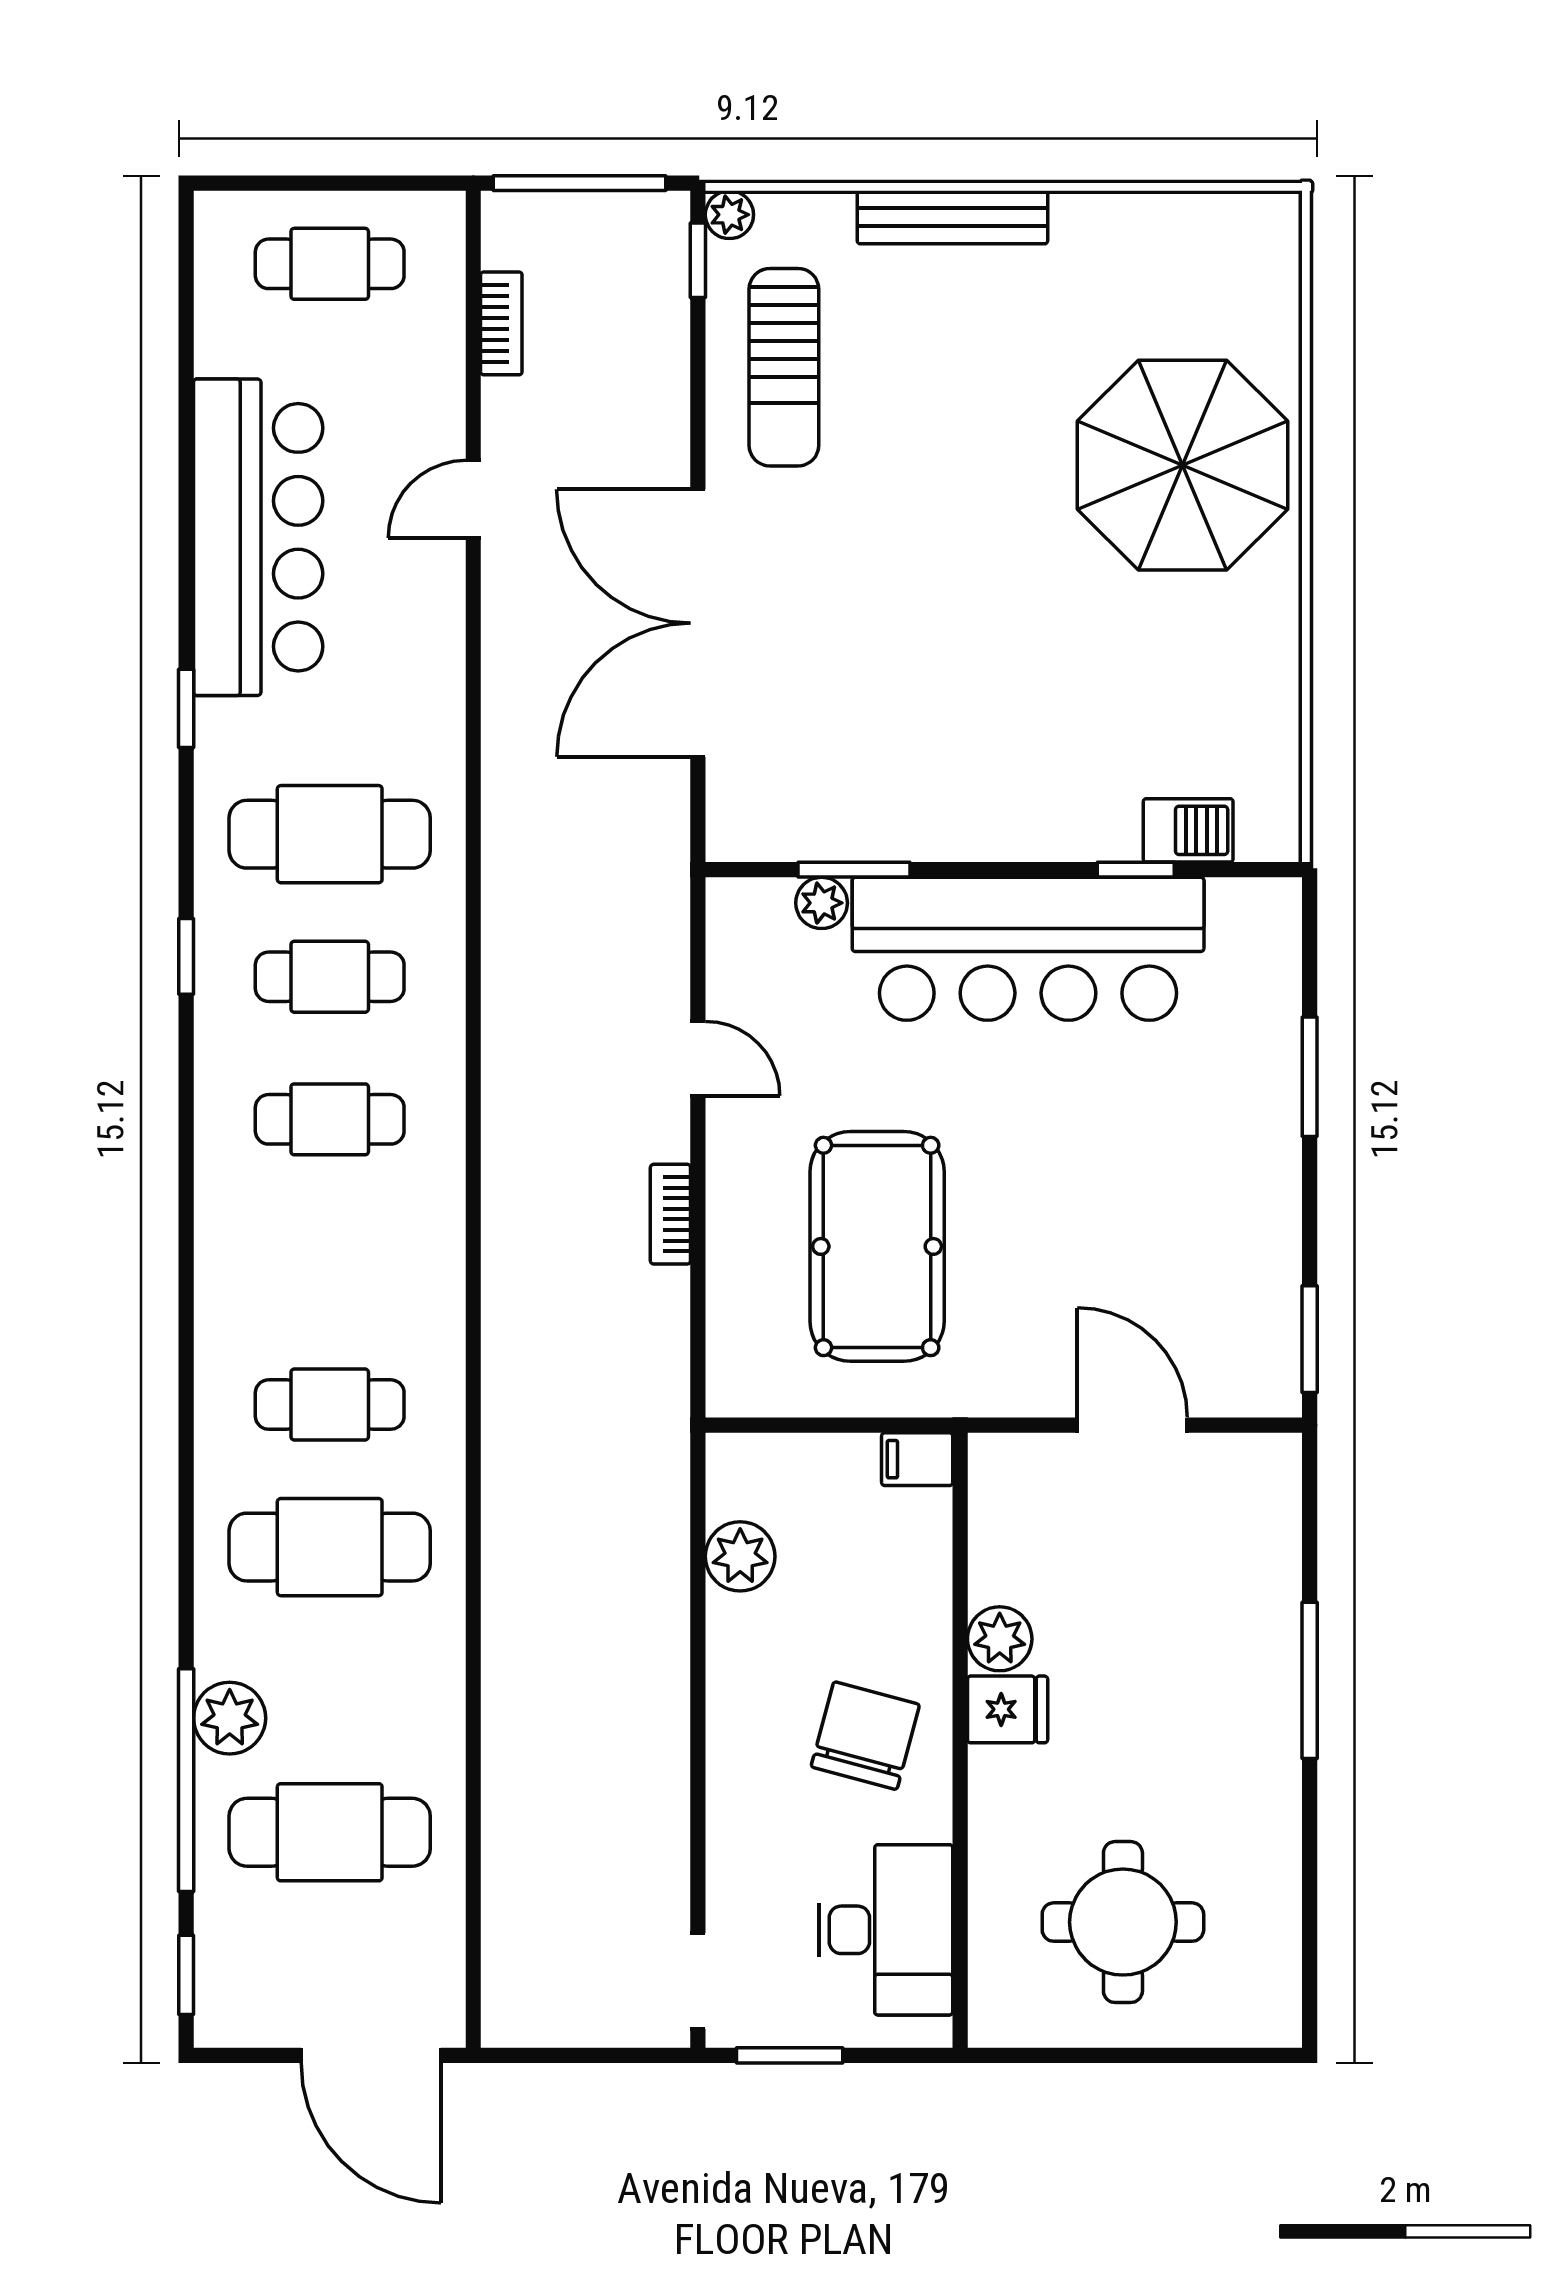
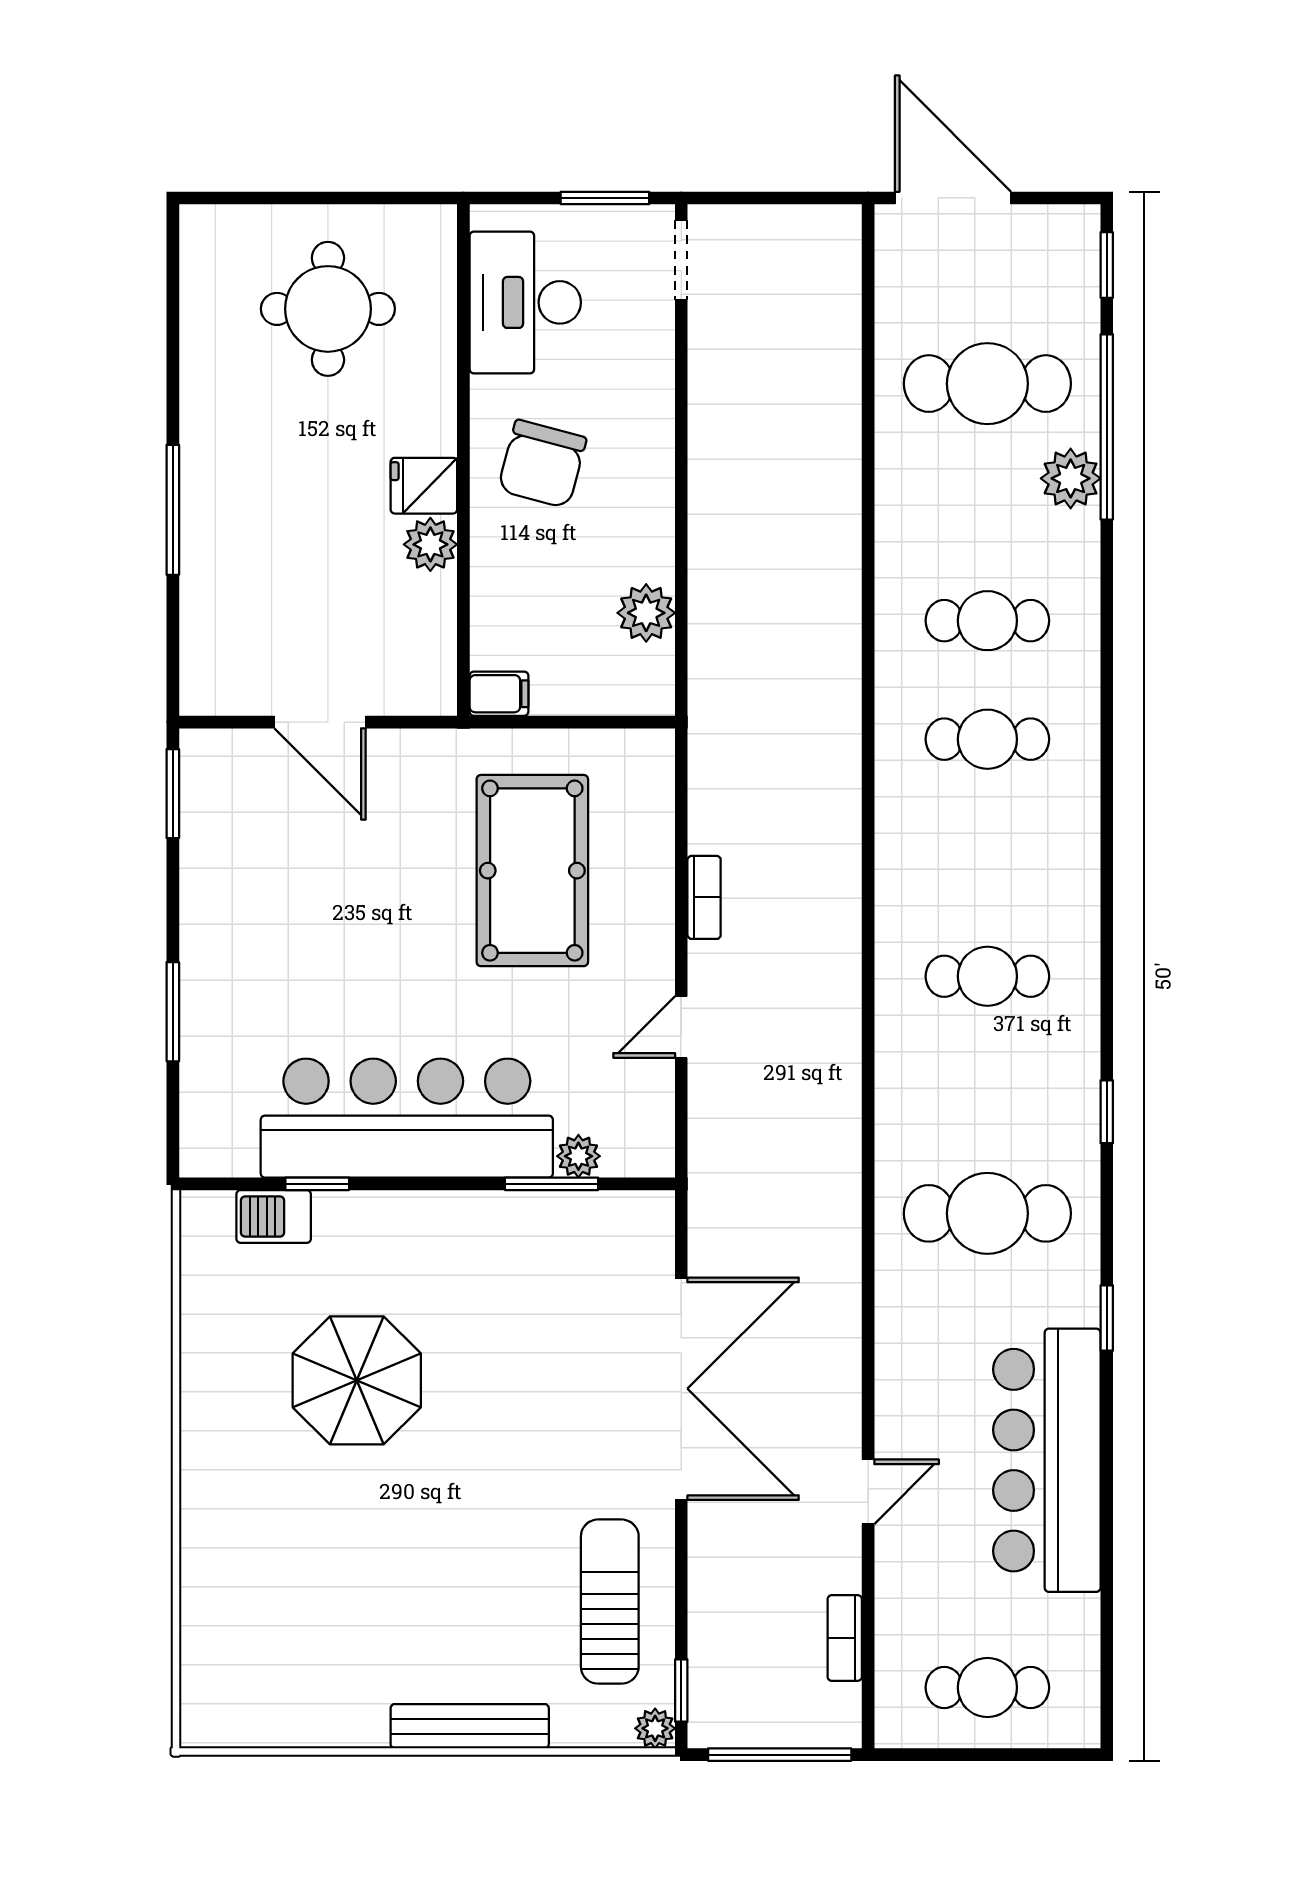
parasol: (1183, 465) -> (357, 1380), moved, width x0.73, depth x0.73
cafe table: (330, 977) -> (987, 1095), removed
door: (698, 1058) -> (681, 1027), hinge flipped
cafe table: (330, 1547) -> (987, 621), width x0.73, depth x0.74

